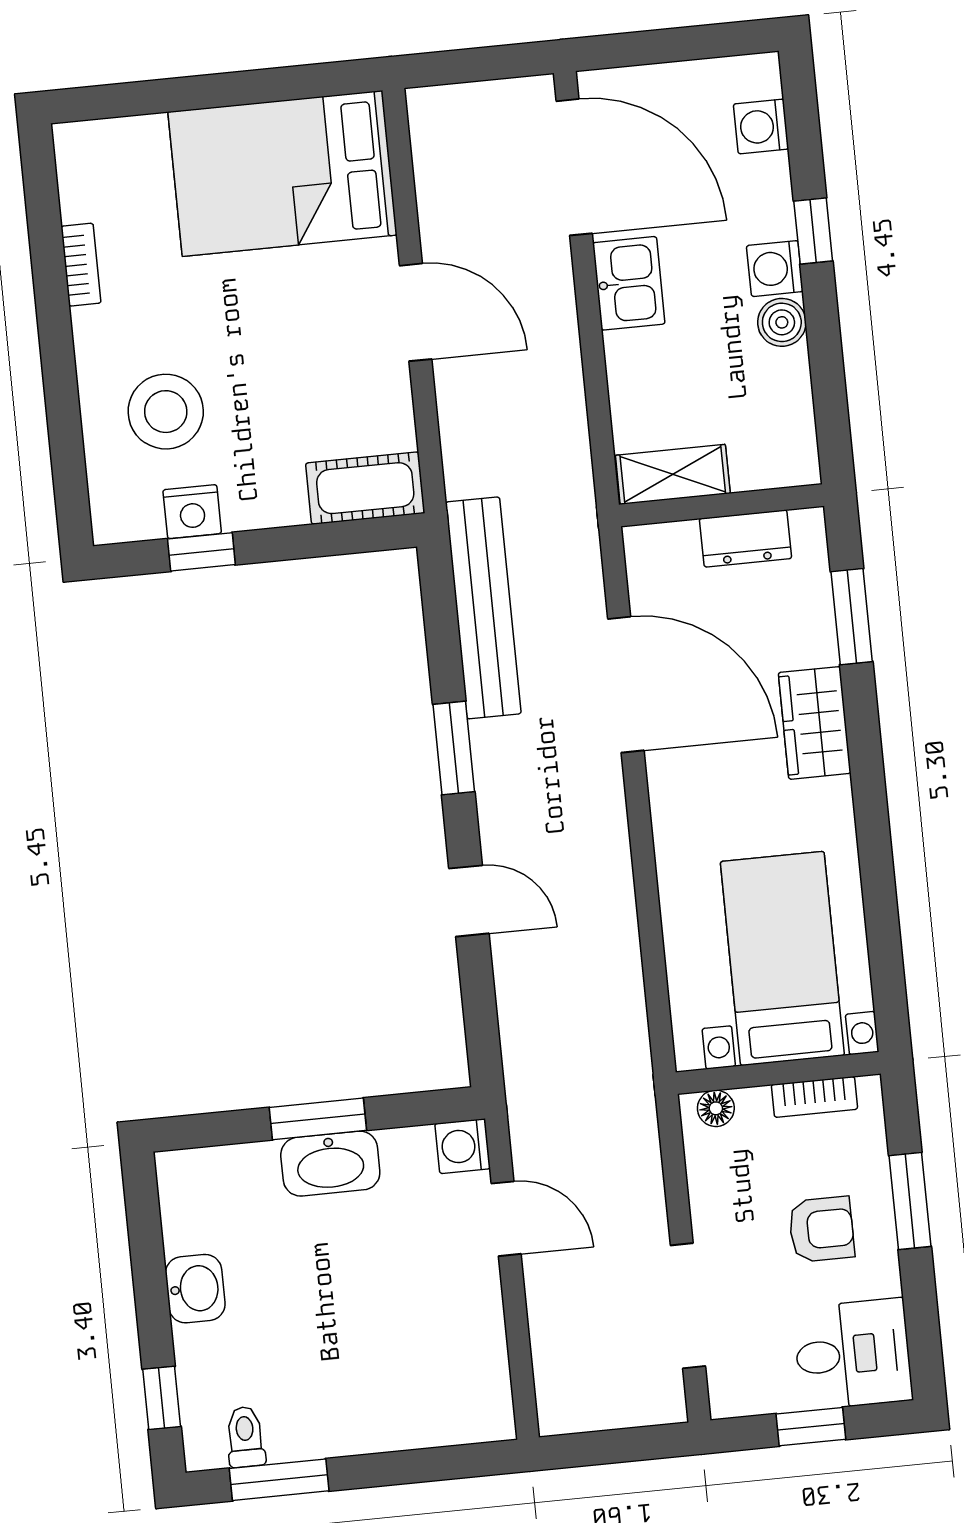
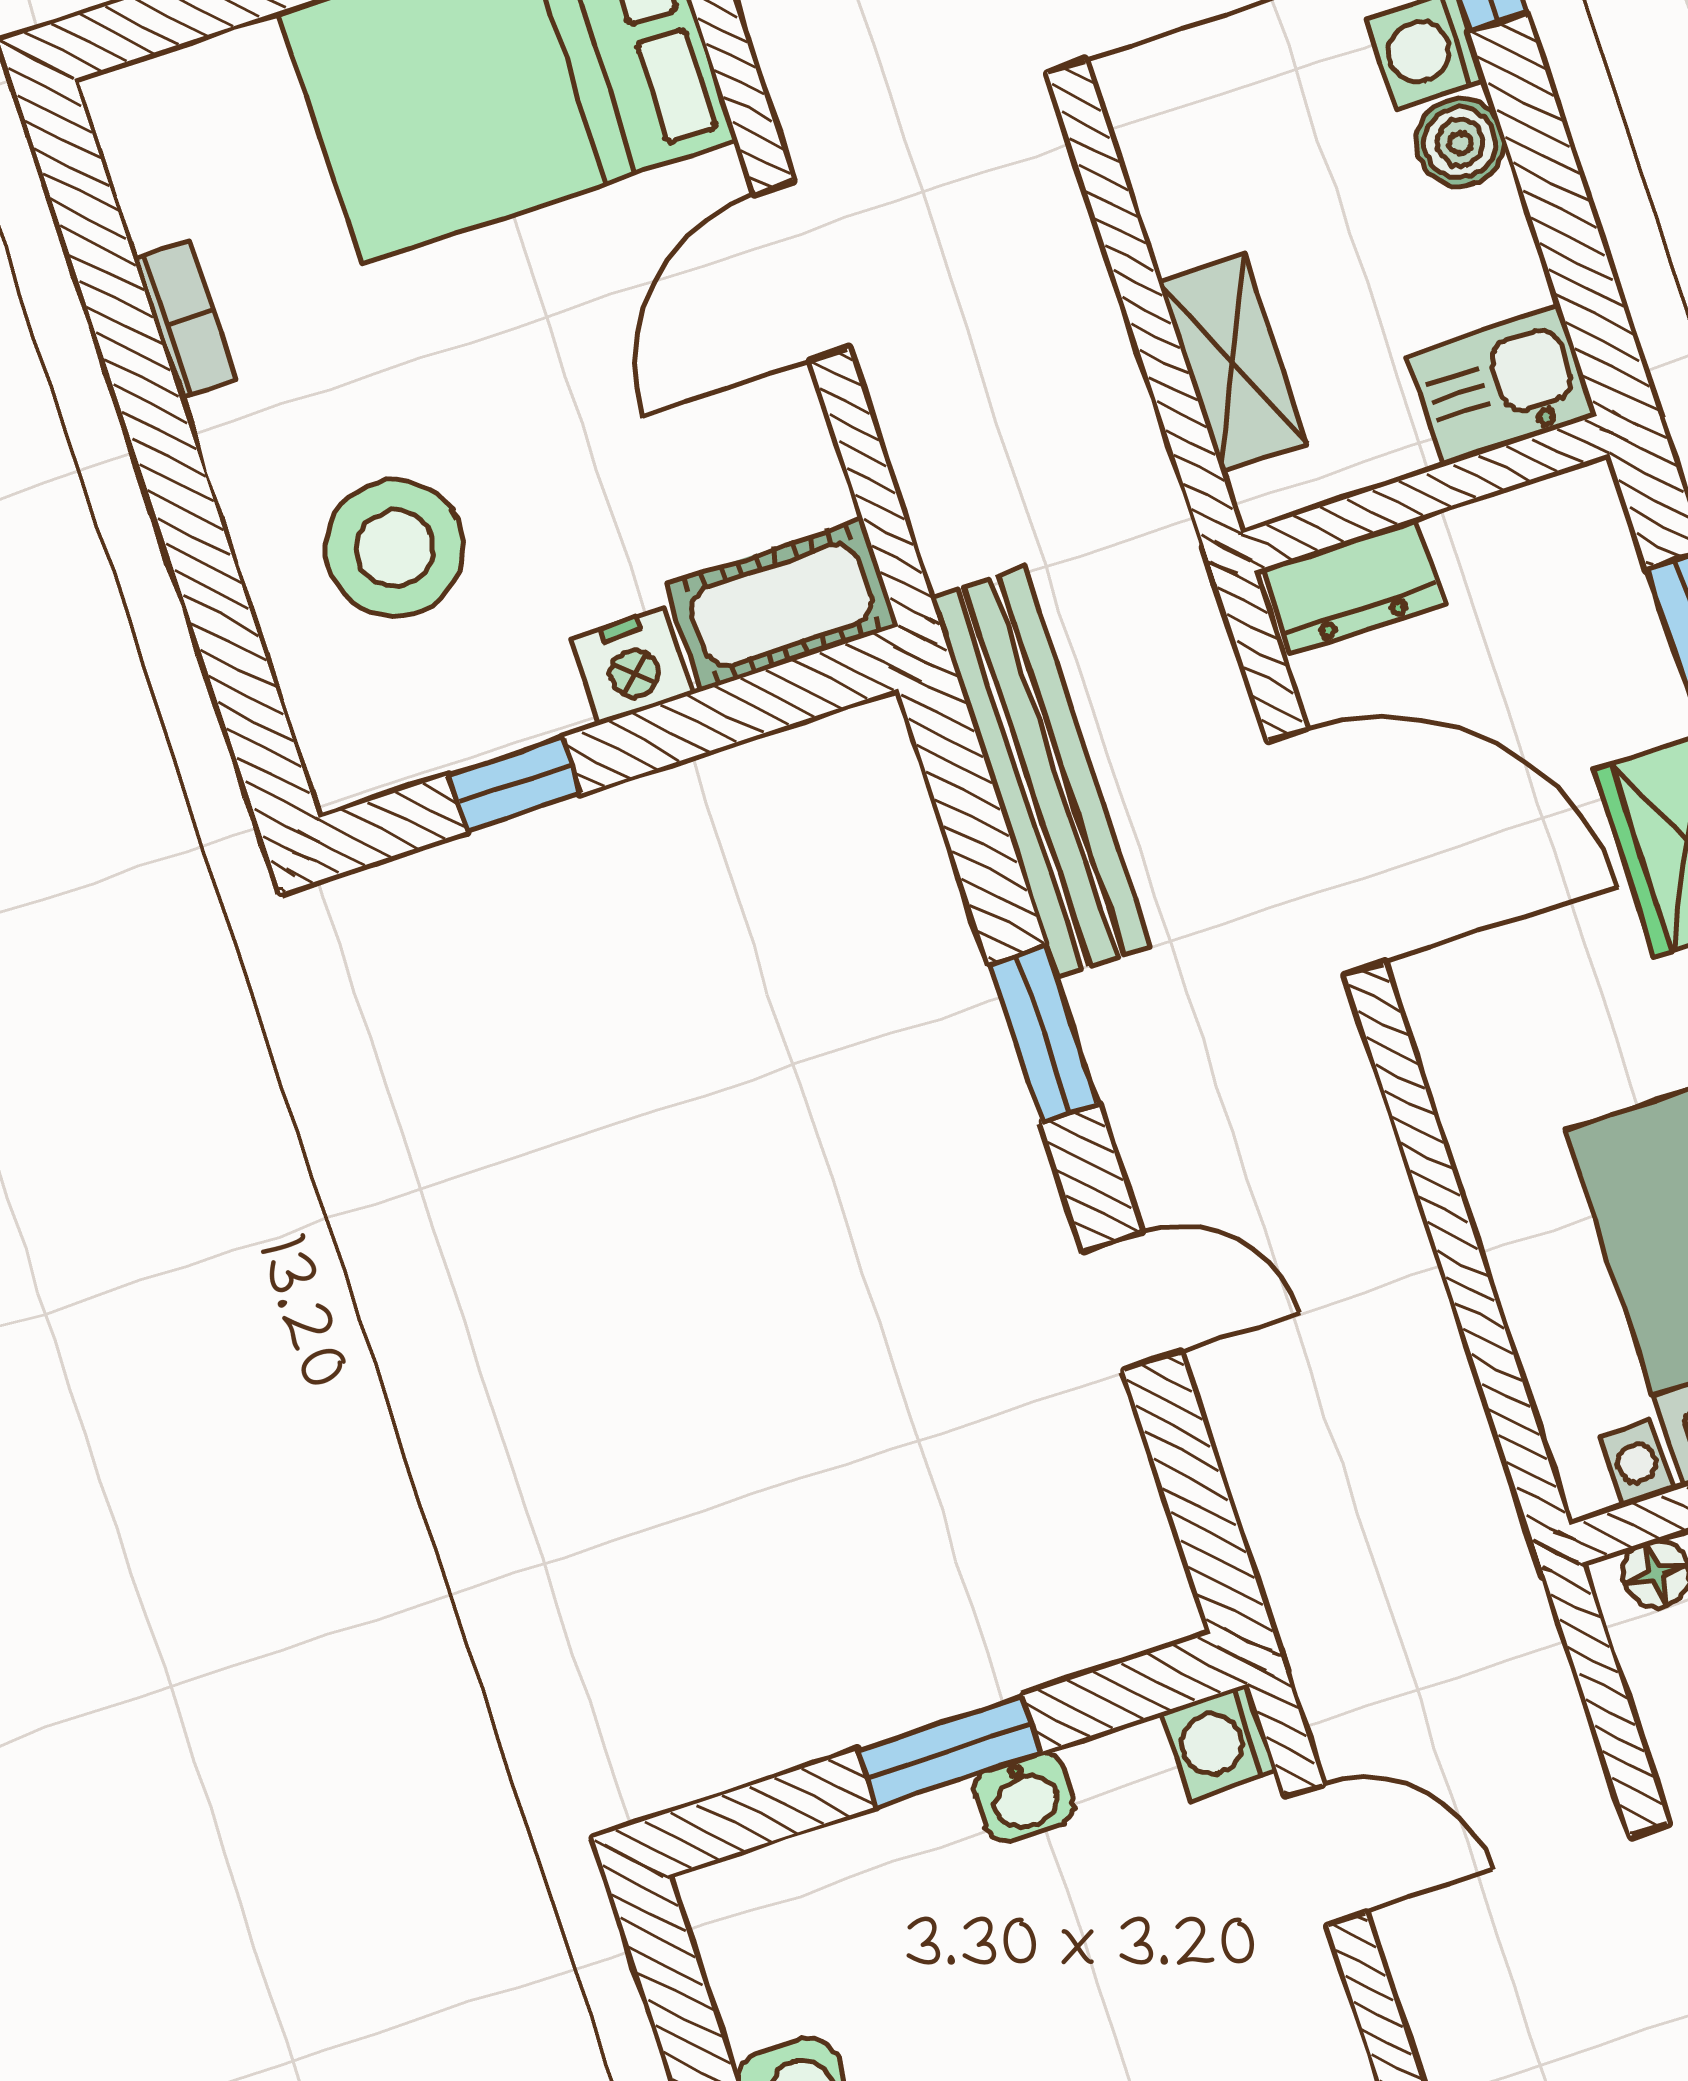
kitchen sink: (629, 283) -> (1502, 386), moved, turned -90
door: (416, 312) -> (802, 271), swing flipped
shelving: (673, 474) -> (1233, 363), moved, turned 90
nightstand: (192, 512) -> (632, 667), moved
dresser: (745, 538) -> (1353, 586), moved
washbasin: (330, 1164) -> (1024, 1797), width x0.52, depth x0.69

